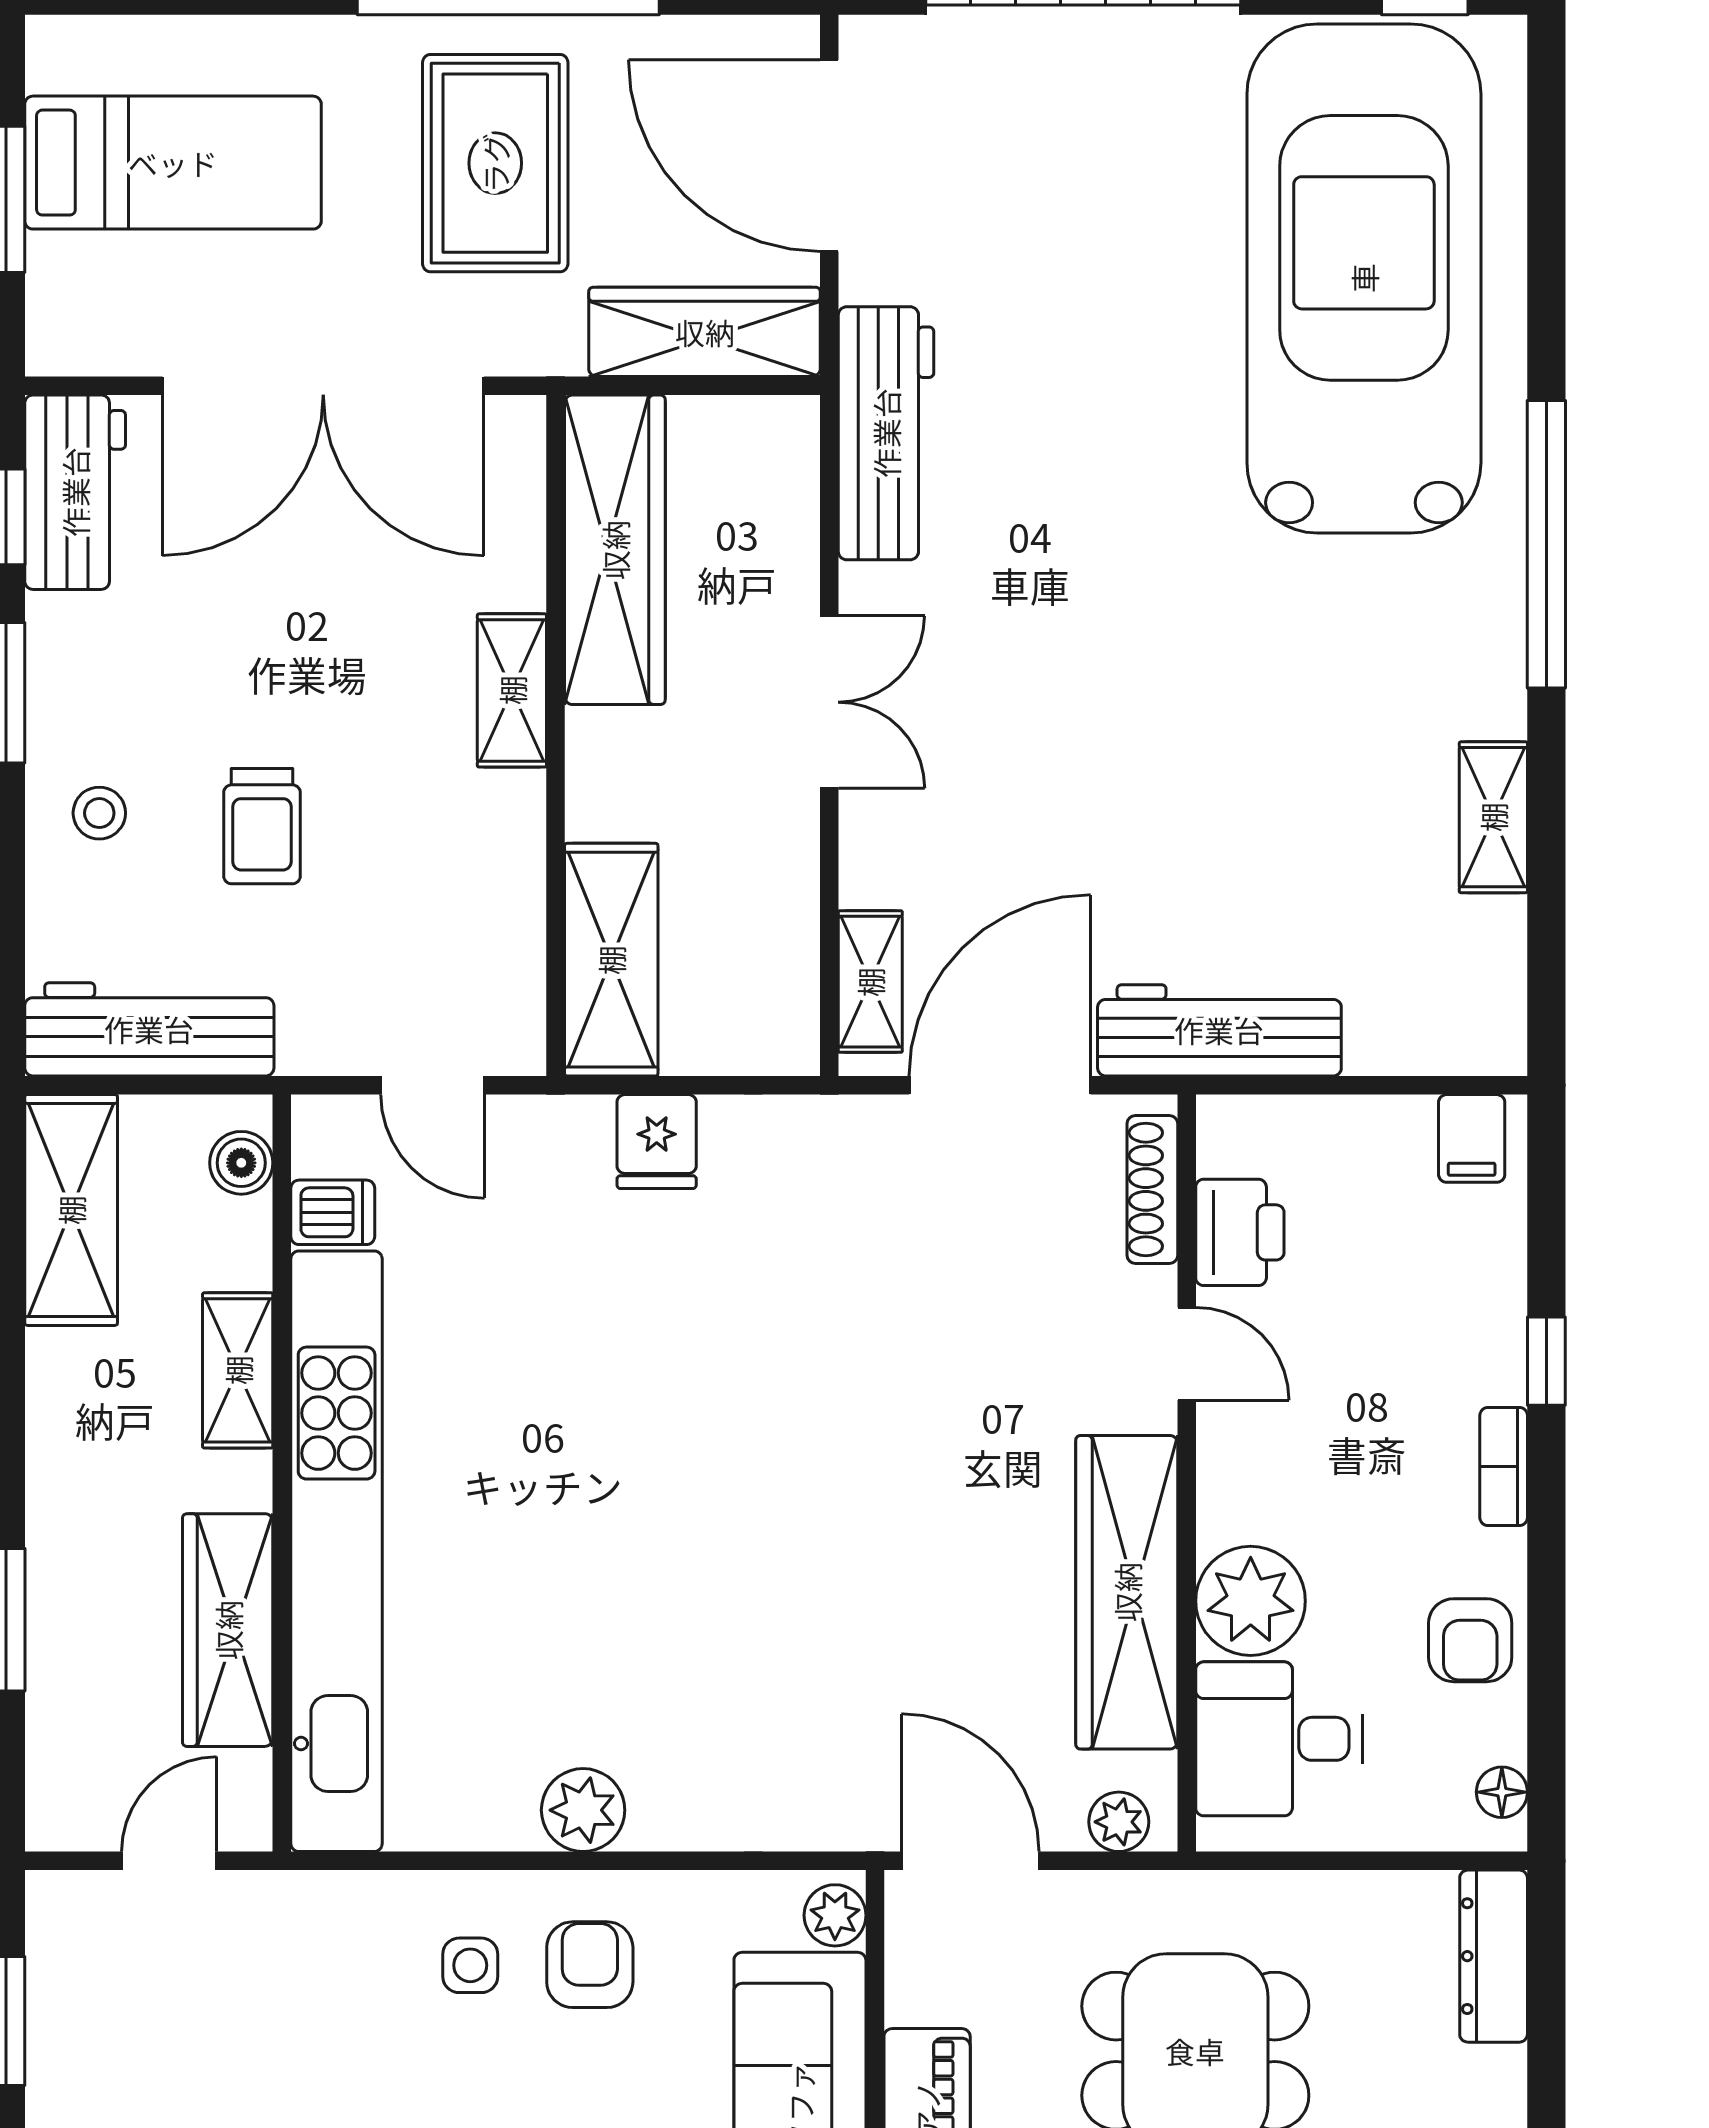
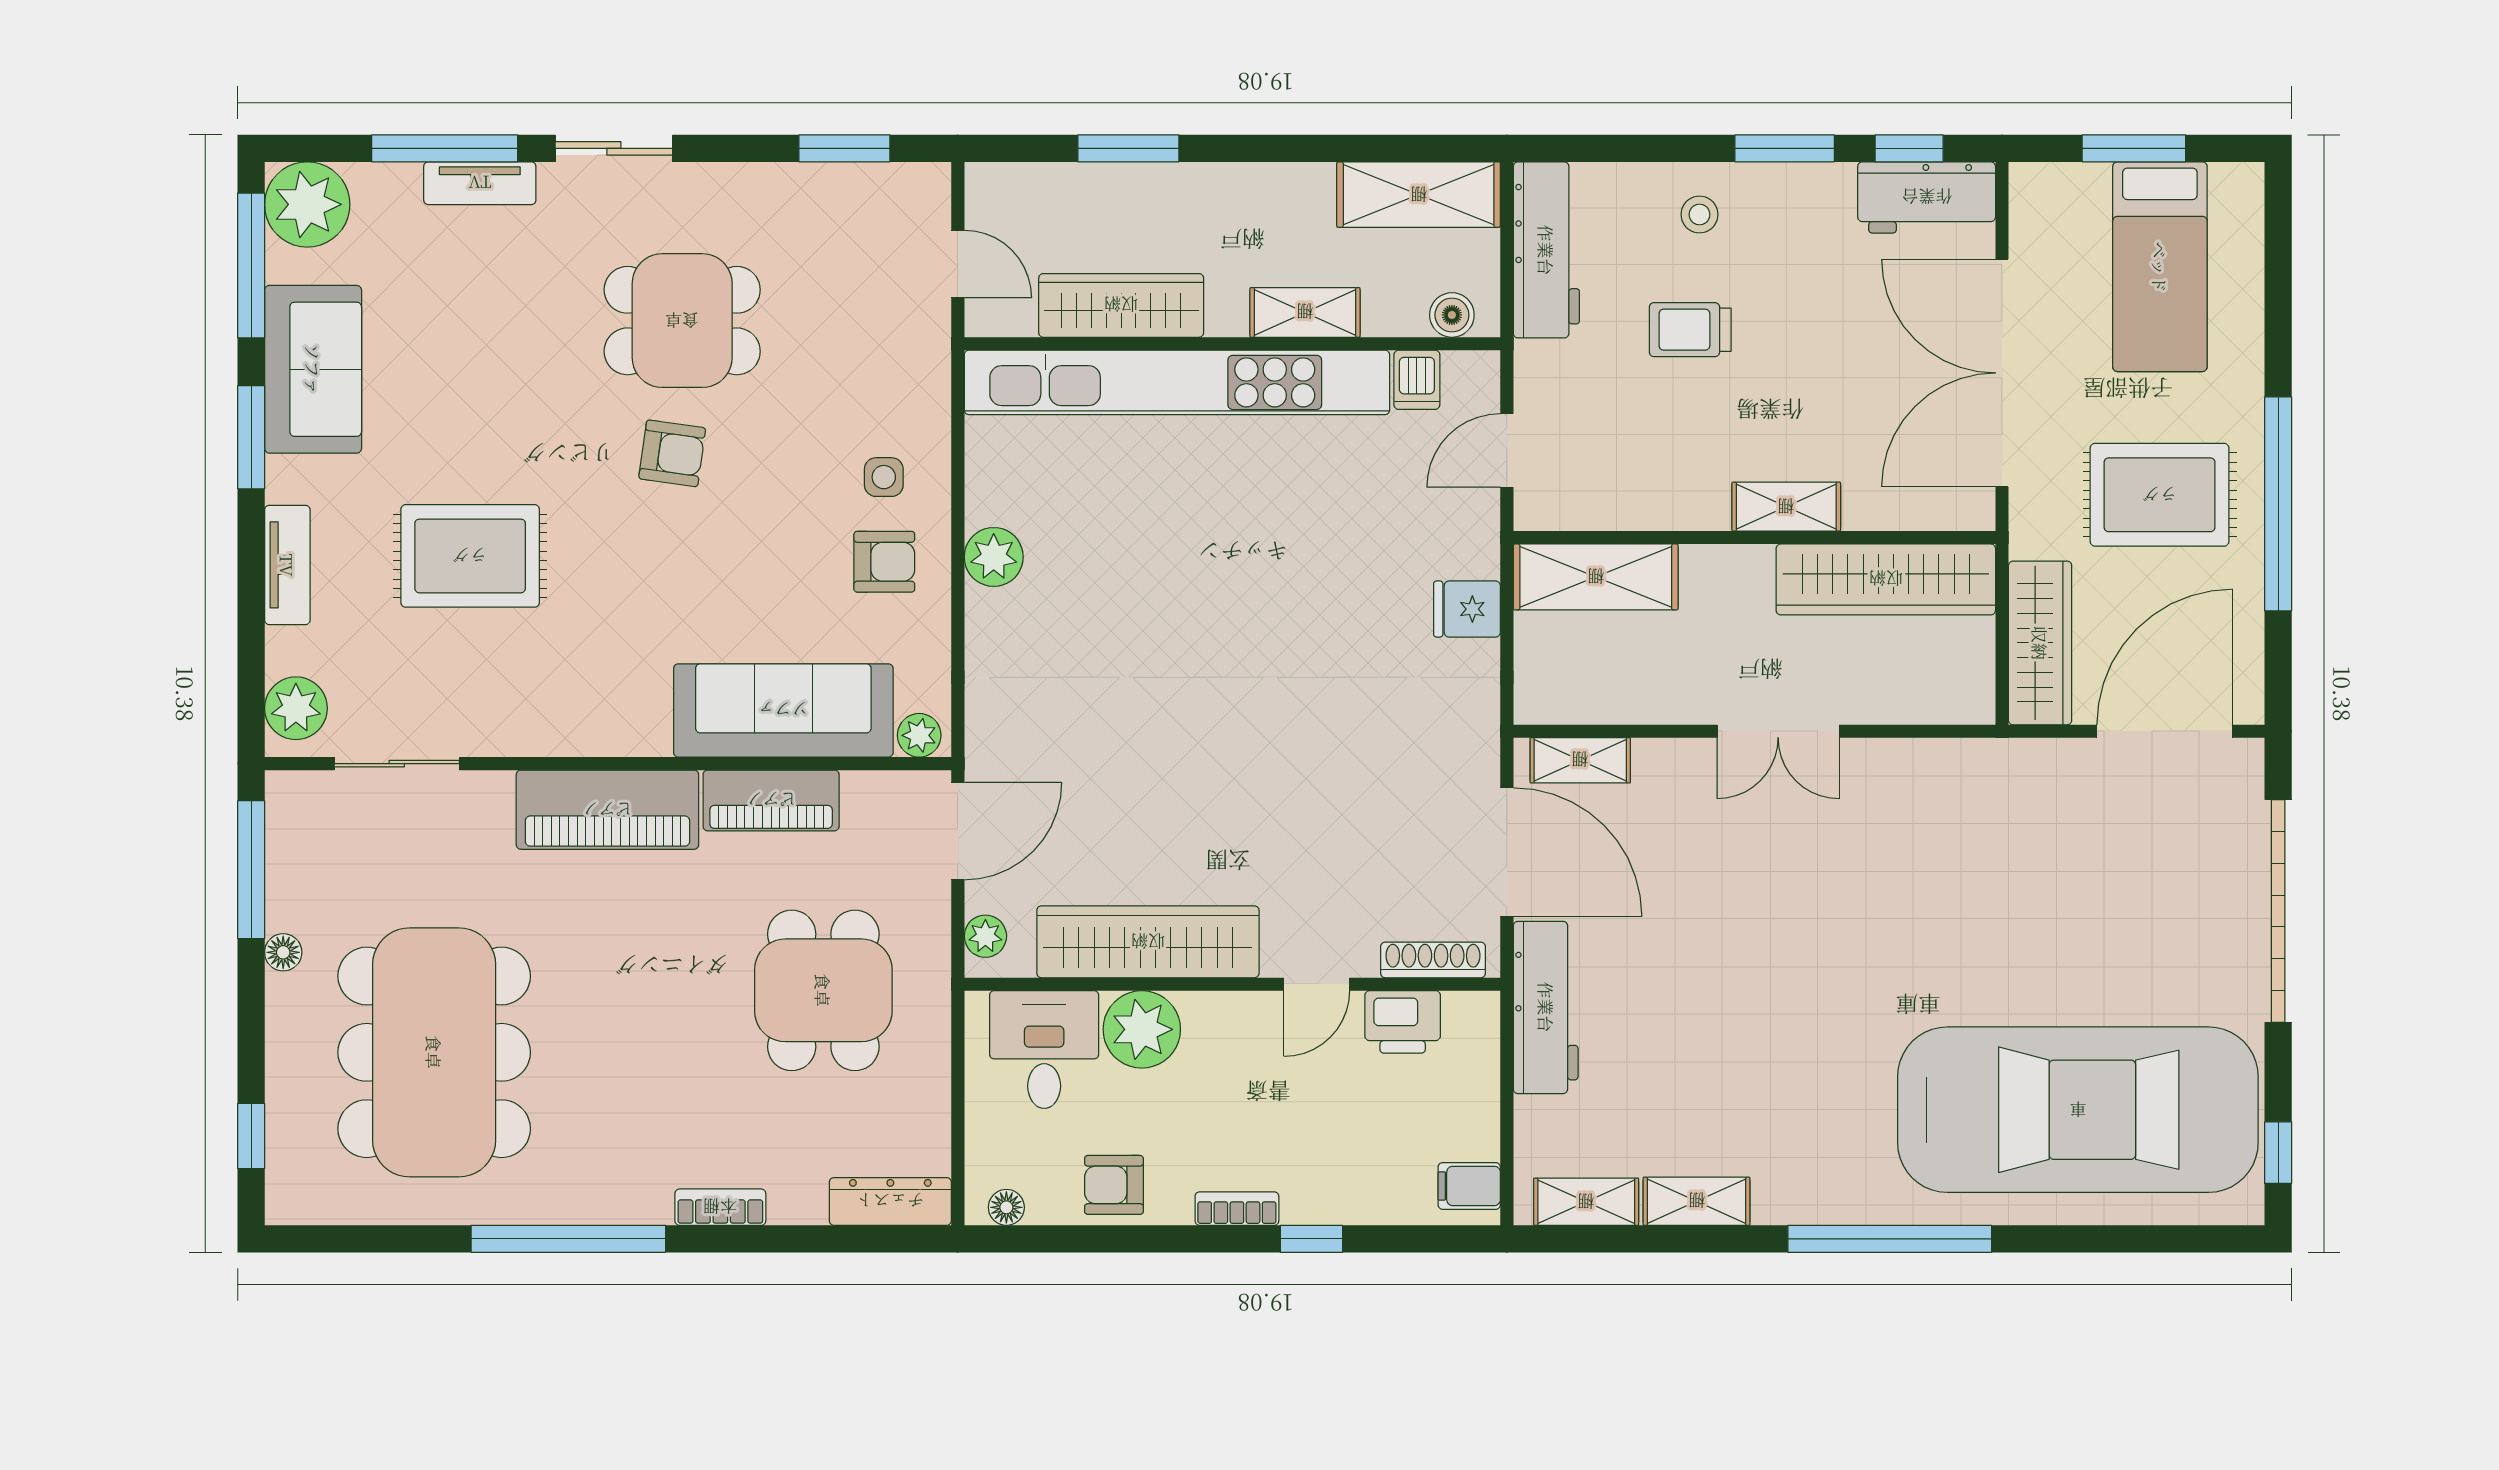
workbench: (886, 433) -> (1968, 771), removed
shelving: (1494, 973) -> (1586, 1202), added

